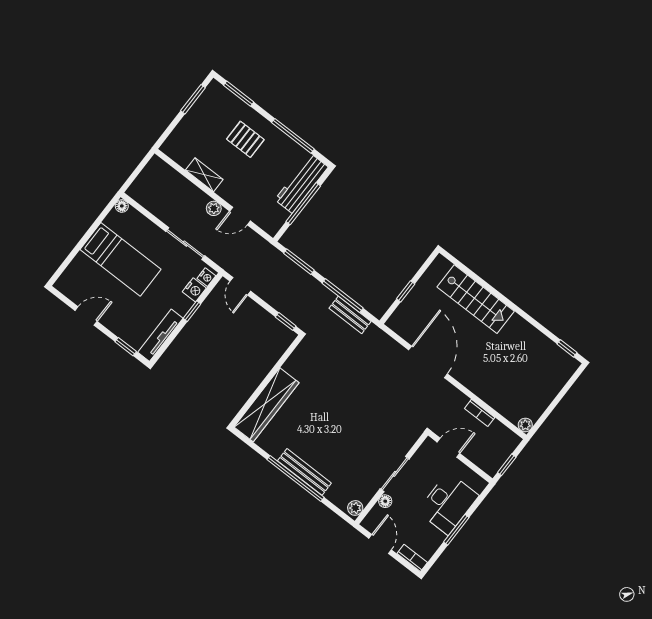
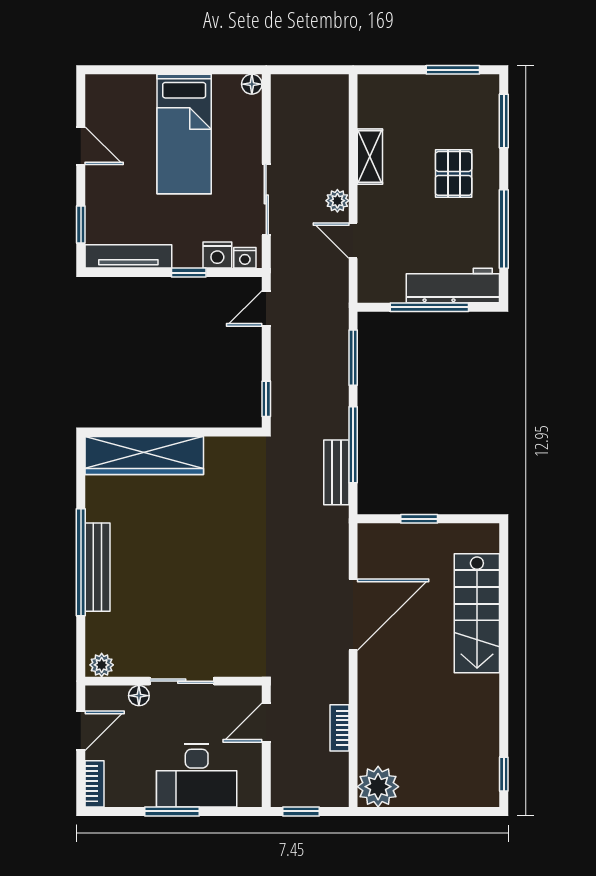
plant: (525, 425) -> (378, 787), width x1.88, depth x1.88
door: (448, 448) -> (266, 723), swing flipped

